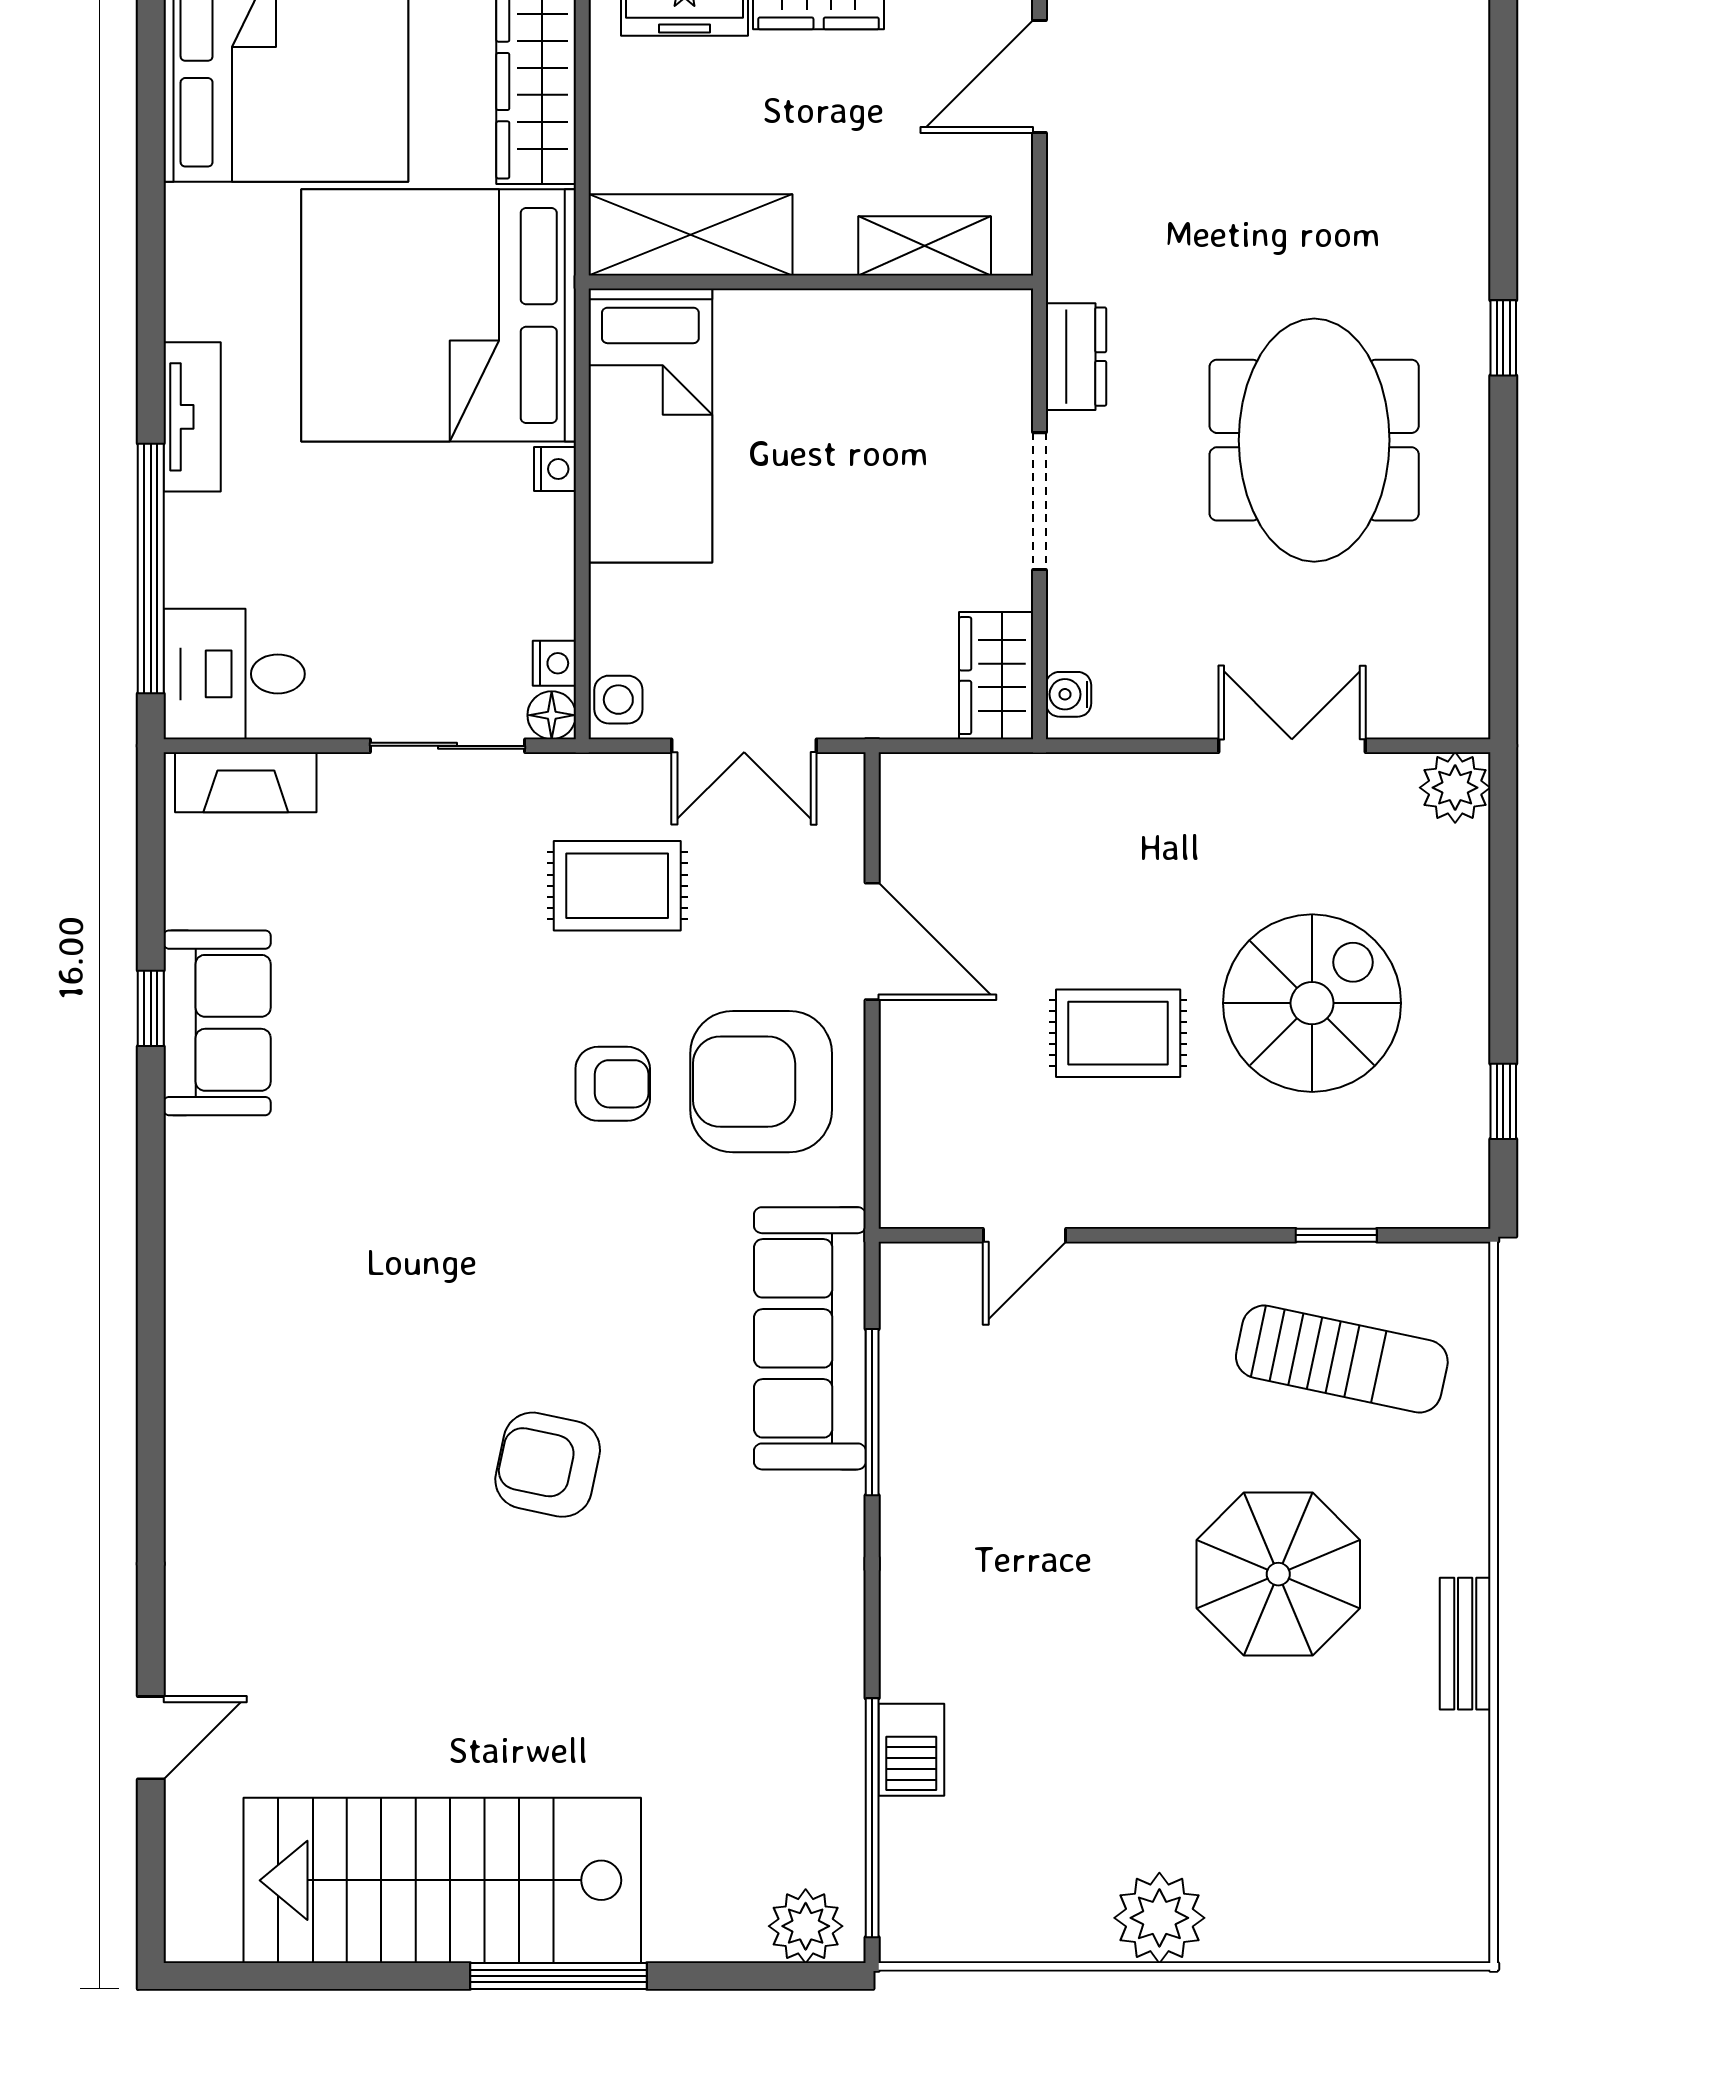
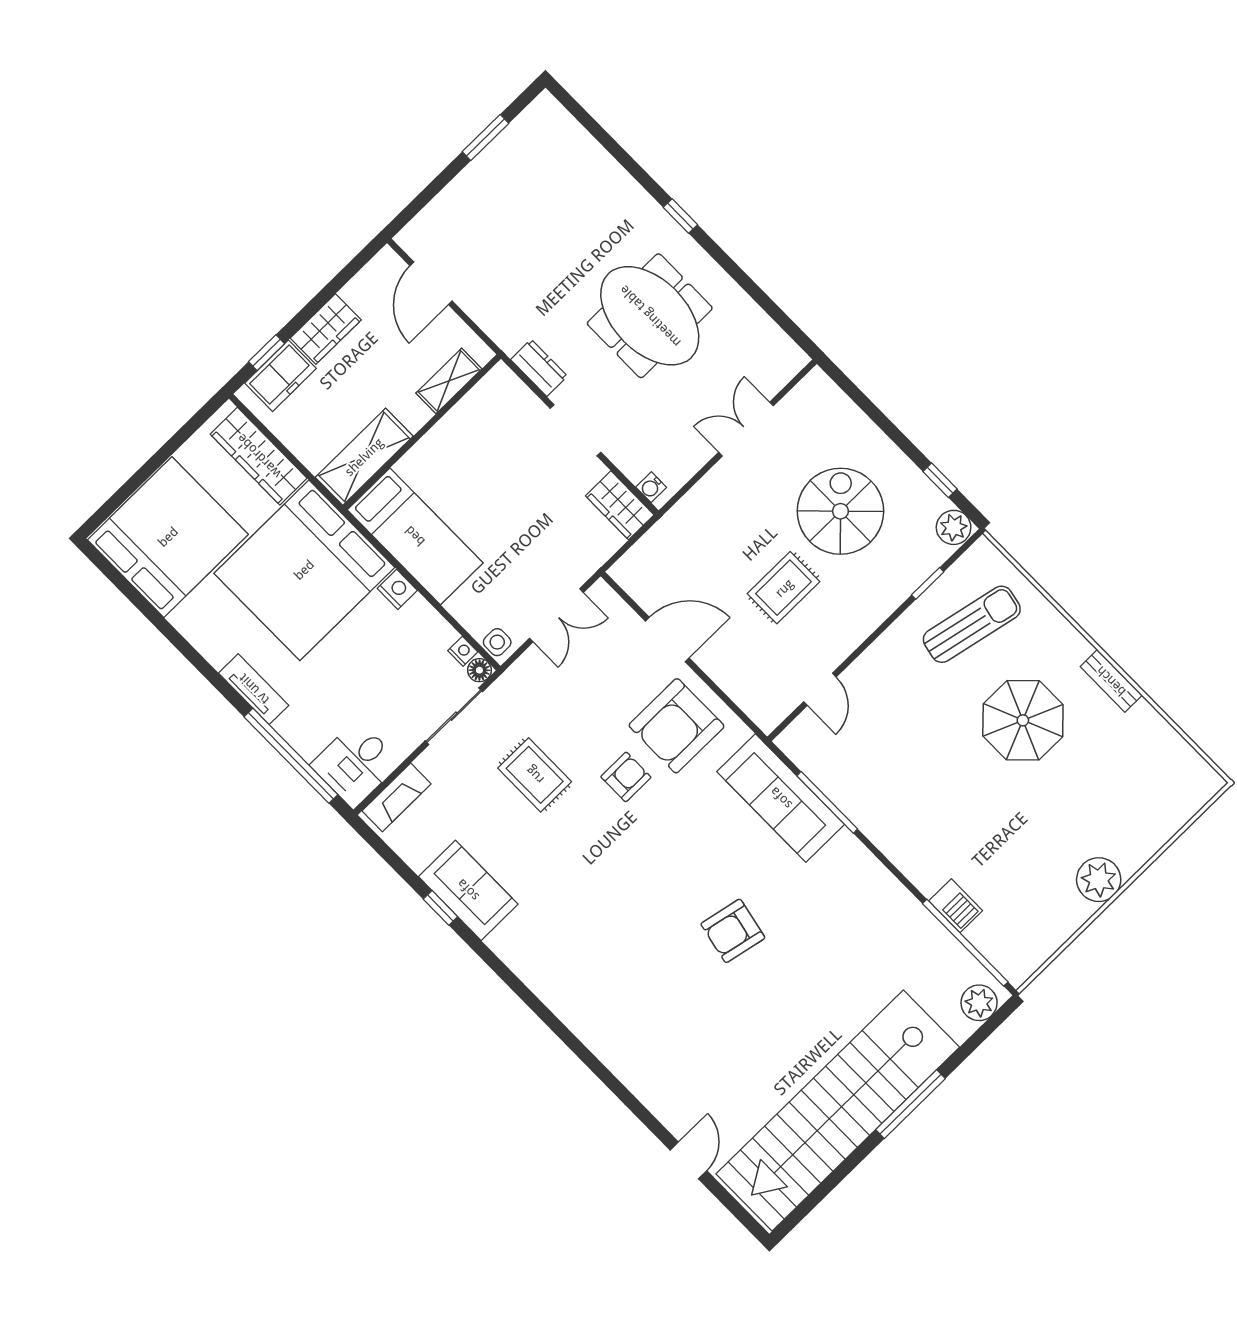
nightstand: (555, 469) -> (397, 589), width x1.39, depth x1.35
plant: (1455, 788) -> (954, 527), moved
rug: (617, 886) -> (535, 775), moved, turned 90
stairs: (442, 1880) -> (838, 1110), width x1.36

